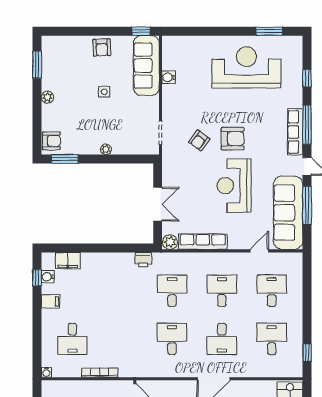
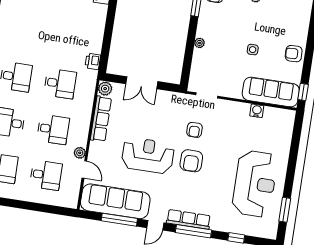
armchair: (199, 140) -> (194, 130), turned -127
plant: (242, 259) -> (80, 153), added

